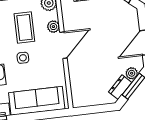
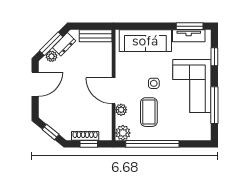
door: (63, 45) -> (114, 91), hinge flipped
bench: (89, 100) -> (96, 36), added

